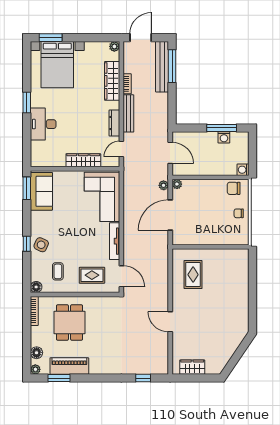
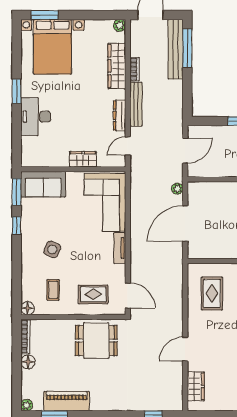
door: (170, 153) -> (185, 151), hinge flipped
wardrobe: (83, 160) -> (83, 159), width x0.67
plant: (177, 184) -> (193, 187), removed
sofa: (41, 191) -> (43, 184), moved, turned 90
tv unit: (115, 241) -> (120, 248), width x0.71
window: (27, 244) -> (17, 226), moved
side table: (41, 245) -> (52, 249), moved
door: (170, 322) -> (185, 349), hinge flipped
dining table: (70, 323) -> (96, 341), moved, turned 90
floor lamp: (37, 353) -> (28, 362), moved
wardrobe: (192, 367) -> (196, 386), moved, turned 90

